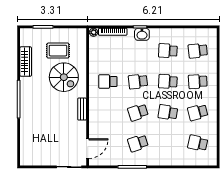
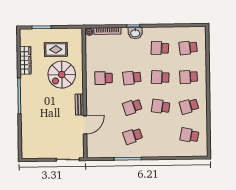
spiral stairs: (64, 77) -> (62, 75), turned 90
door: (88, 149) -> (85, 125), moved

